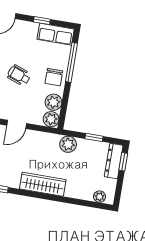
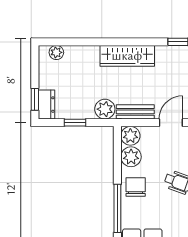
bench: (44, 138) -> (135, 112), added
dresser: (114, 161) -> (47, 105), width x0.70

